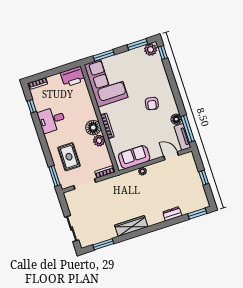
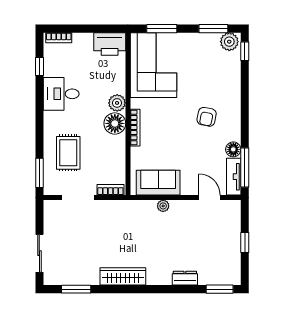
plant: (99, 141) -> (117, 103), moved

